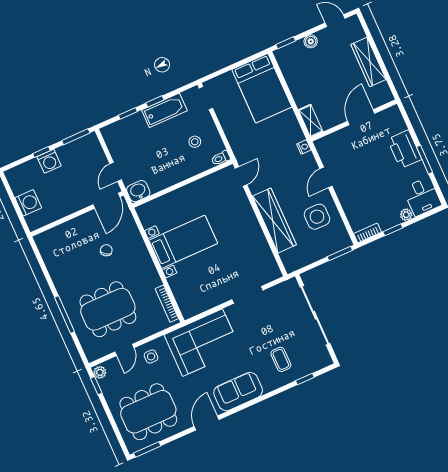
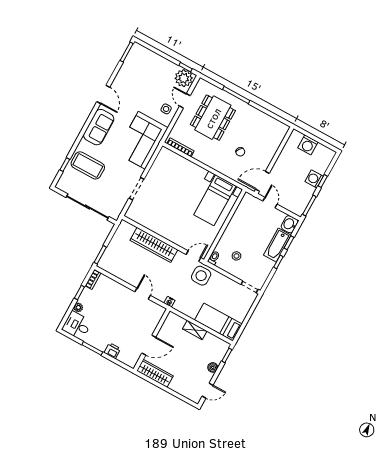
wardrobe: (368, 62) -> (155, 373), moved
bed: (262, 88) -> (218, 322), width x0.67
bathtub: (164, 110) -> (277, 245), moved
door: (361, 117) -> (149, 345), hinge flipped
shelving: (311, 121) -> (195, 330), moved
printer: (404, 149) -> (112, 351), width x0.53, depth x0.68
door: (241, 176) -> (193, 256), swing flipped
washbasin: (138, 191) -> (290, 224), moved, turned 180
door: (106, 201) -> (262, 181), hinge flipped
side table: (317, 217) -> (201, 276), moved
bed with nightstands: (183, 242) -> (215, 200), moved
coffee table: (281, 359) -> (88, 165), width x1.86, depth x1.72
plant: (100, 372) -> (184, 78), width x1.88, depth x1.88
dining table: (148, 412) -> (143, 75), removed

